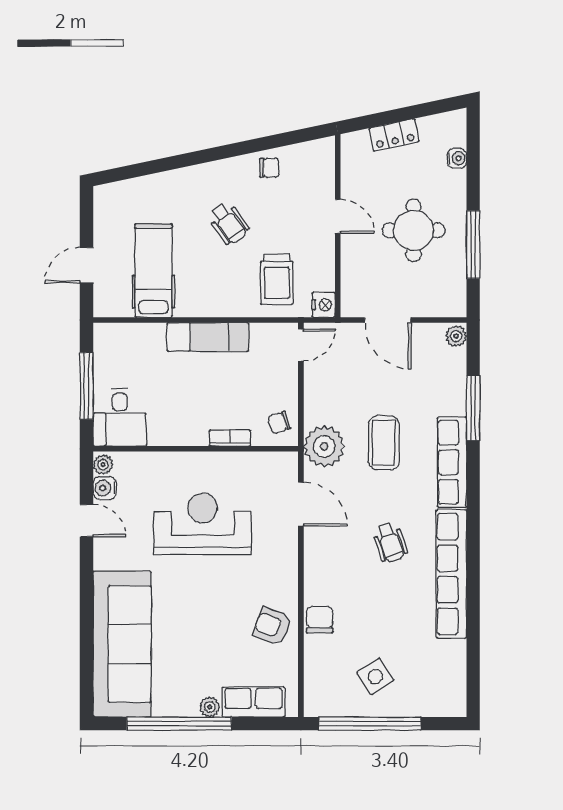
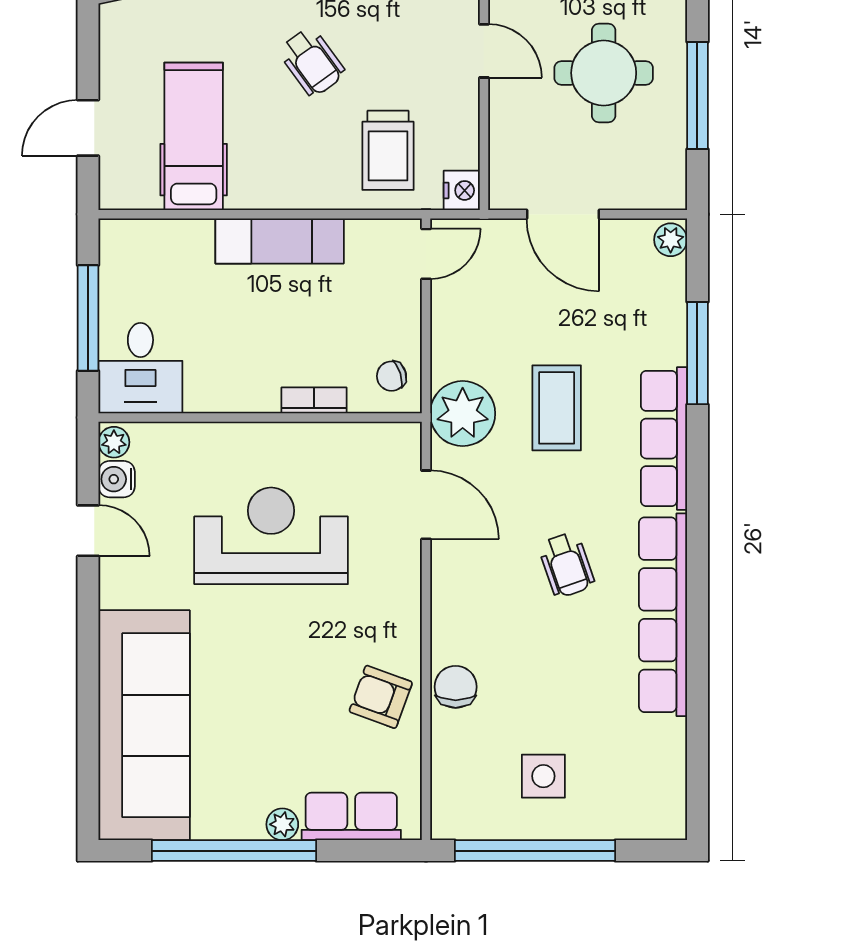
side table: (375, 676) -> (543, 776), turned 33

